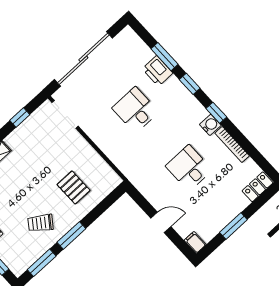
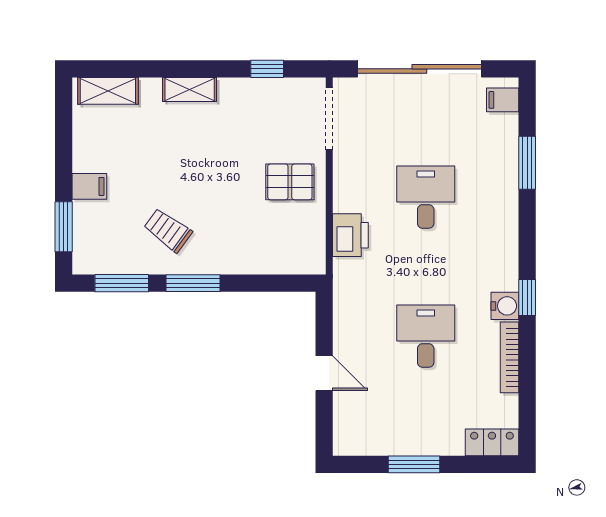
printer: (157, 71) -> (350, 235), moved, turned 180
window: (190, 84) -> (527, 228), removed
pallet: (74, 187) -> (290, 182), moved, turned 90
filing cabinet: (195, 242) -> (503, 100), moved, turned -90

